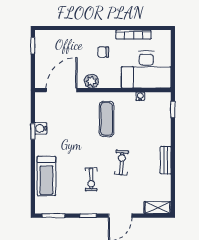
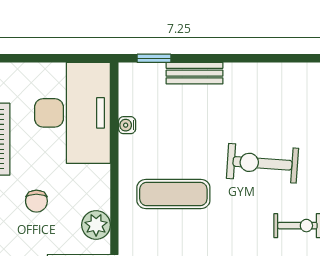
bench: (166, 160) -> (195, 73), moved
exercise bike: (122, 162) -> (262, 163), width x1.38, depth x1.39

